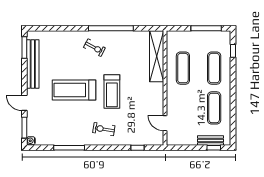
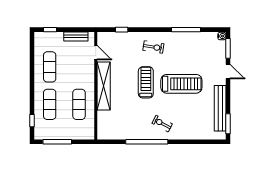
shelving: (157, 56) -> (104, 86), moved
bench: (210, 140) -> (76, 36), moved

